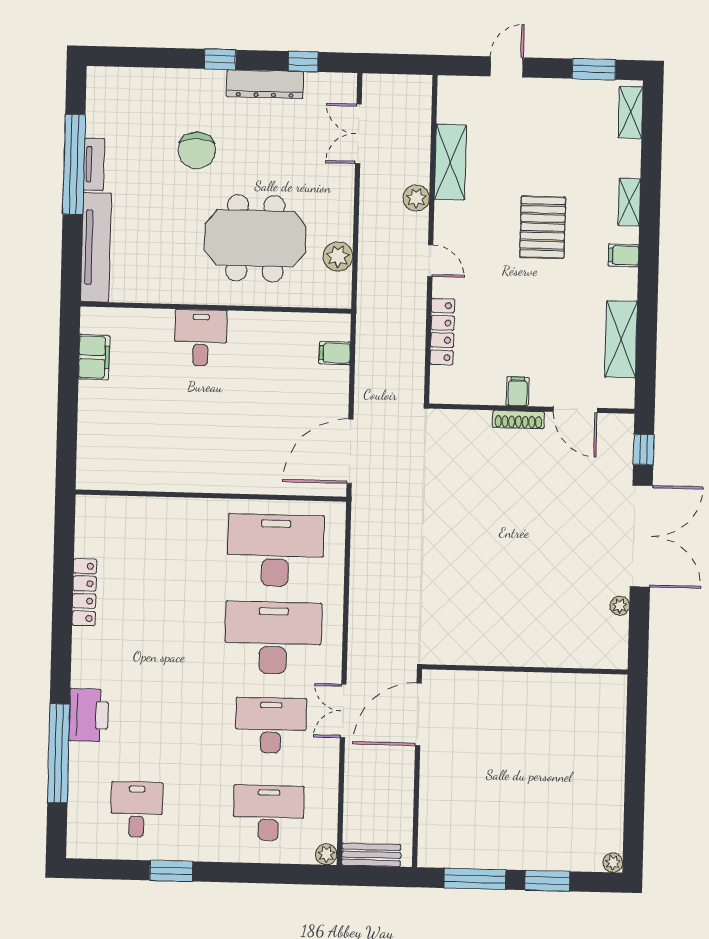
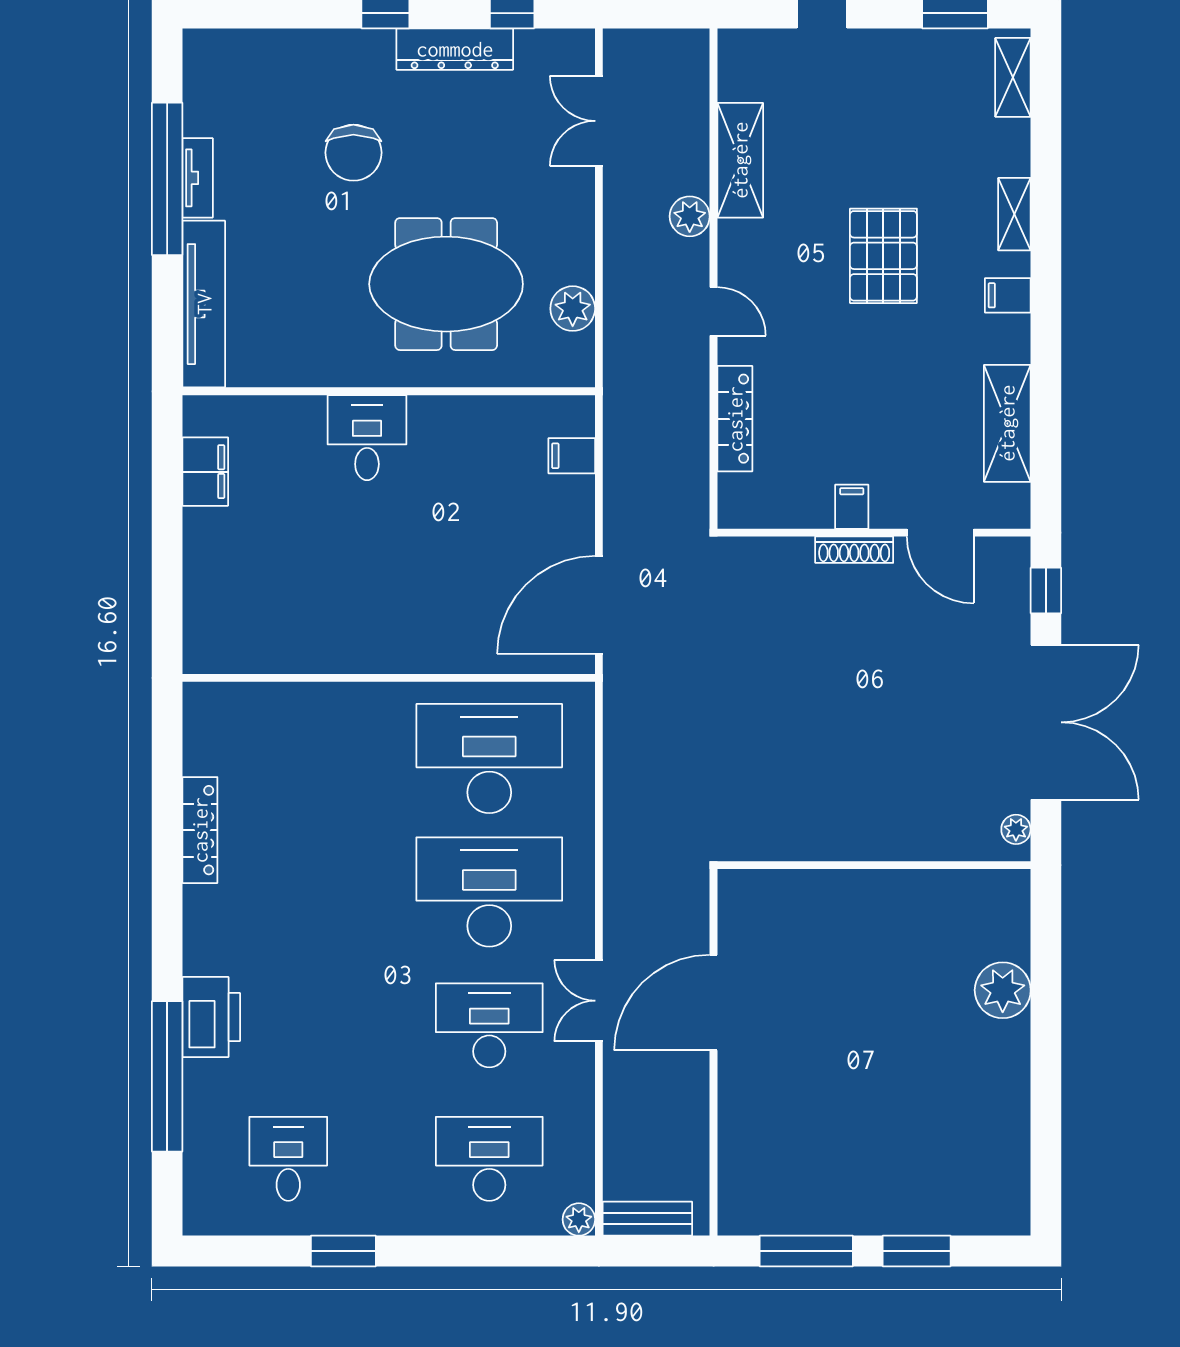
wall: (525, 669) -> (874, 865), moved
plant: (613, 863) -> (1003, 990), moved, width x1.87, depth x1.87

